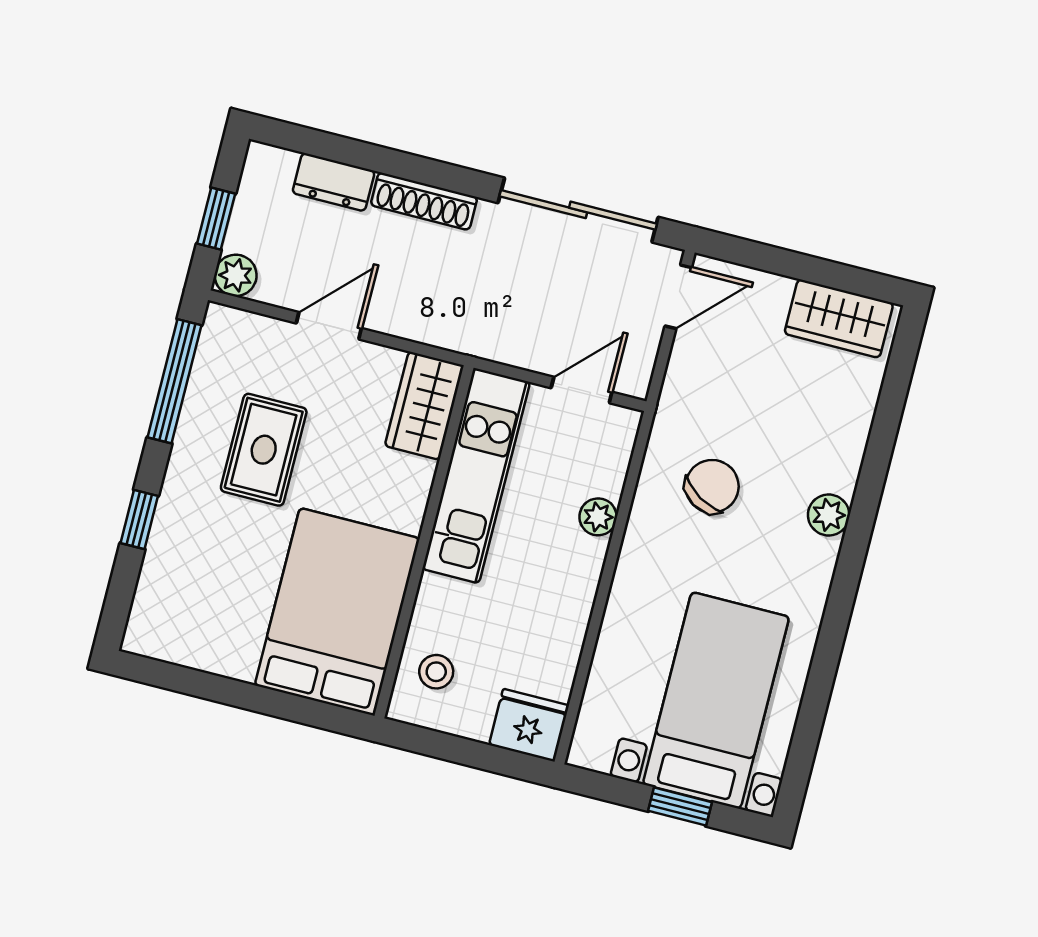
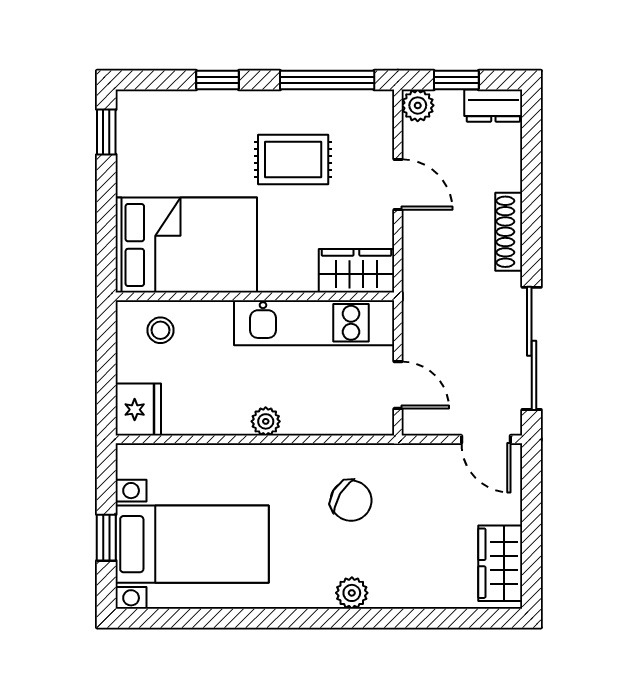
dresser: (334, 182) -> (493, 106), moved, turned -90
plant: (598, 517) -> (266, 421), moved
window: (169, 676) -> (106, 132), added

